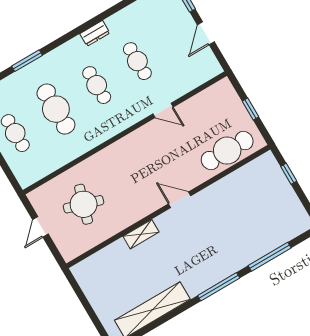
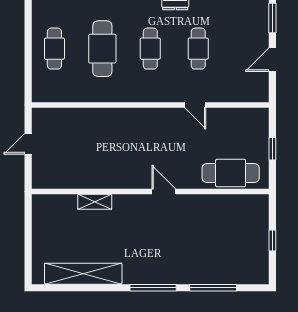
window: (289, 174) -> (272, 241), moved
round table: (84, 204) -> (77, 146), removed
shelving: (141, 234) -> (95, 202), moved

